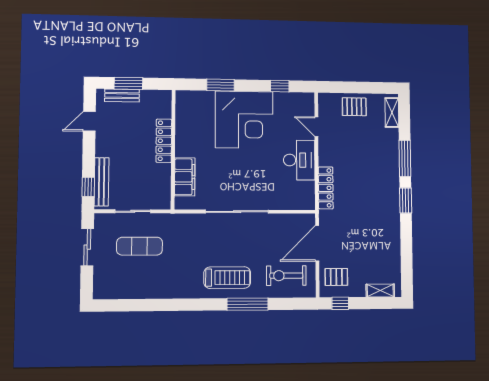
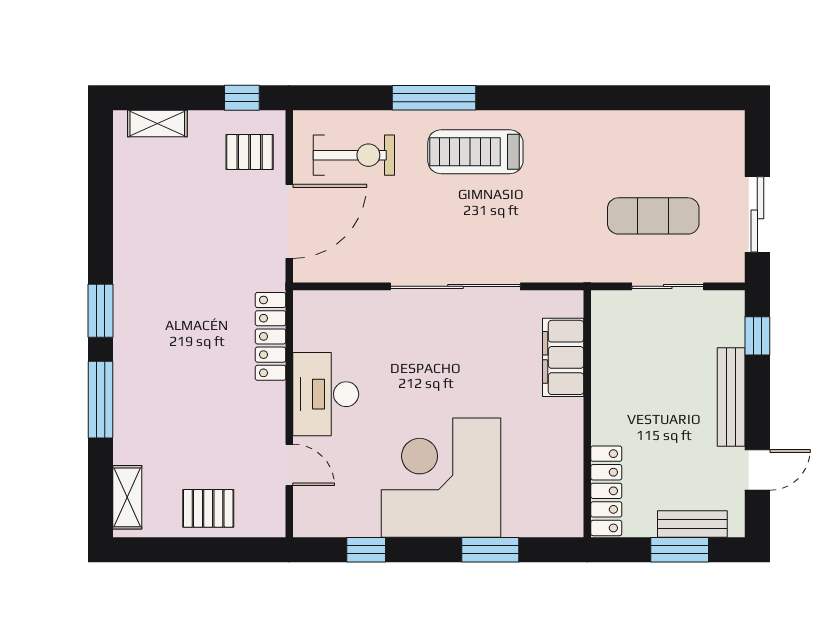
locker: (164, 141) -> (606, 491), moved
bench: (101, 182) -> (731, 397), moved

